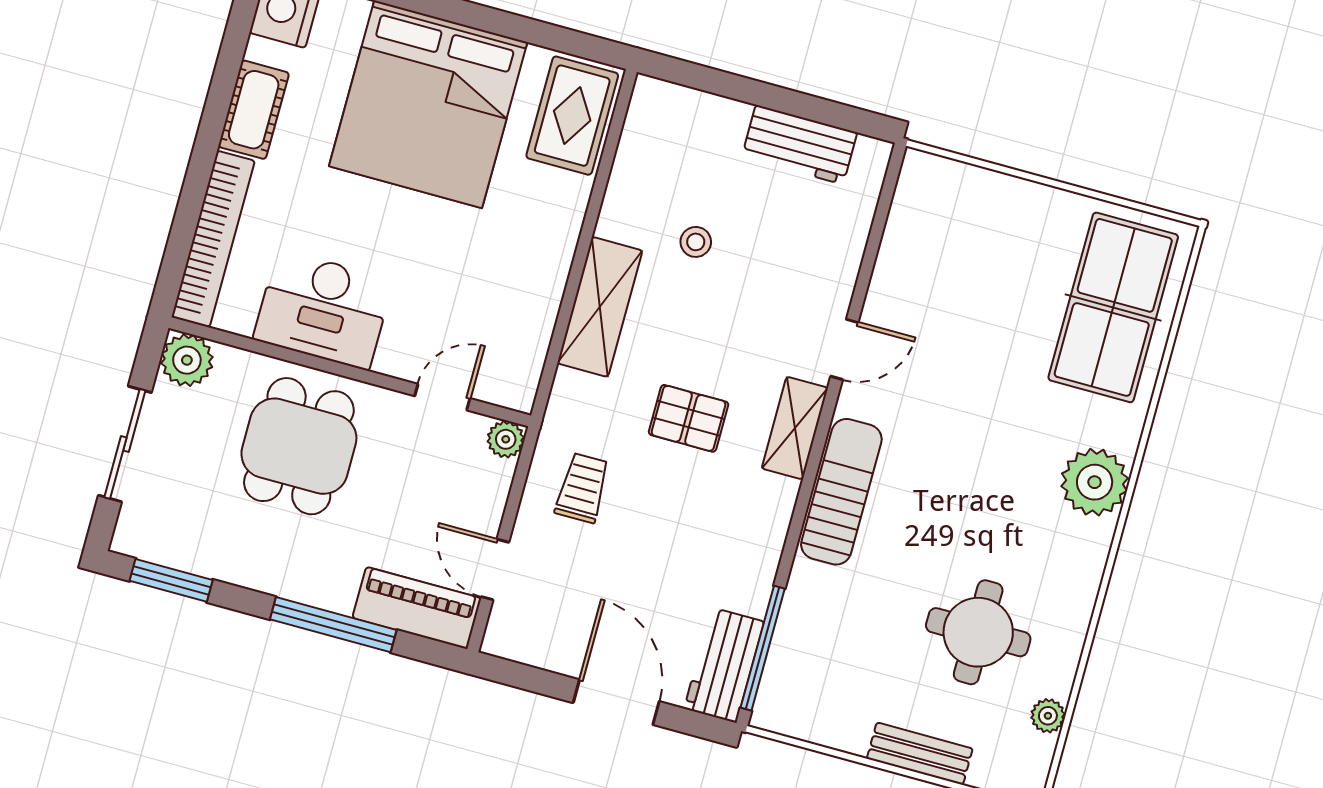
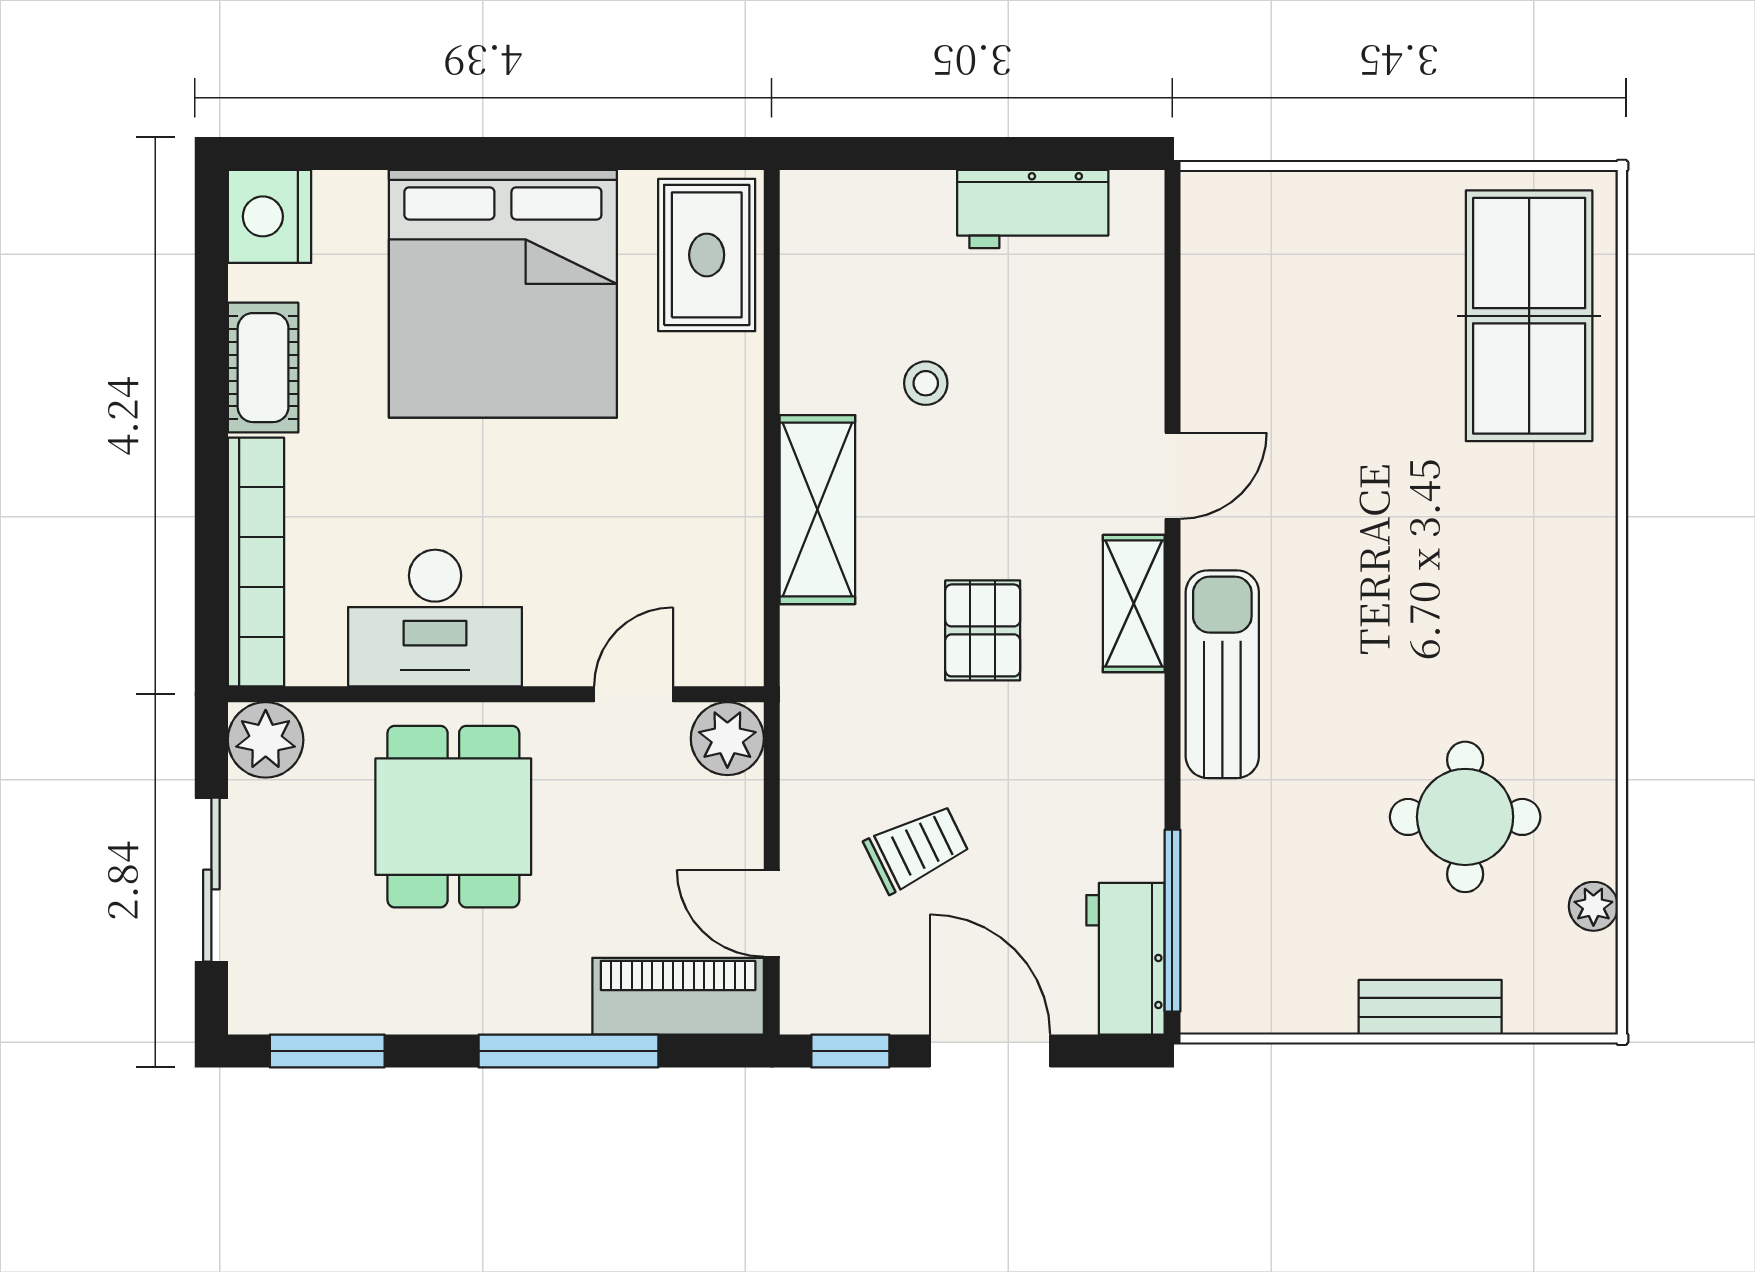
pallet: (689, 418) -> (983, 630), turned 90
plant: (506, 439) -> (727, 739), width x1.38, depth x1.38
plant: (1095, 482) -> (1569, 565), removed
trolley: (582, 488) -> (917, 849), moved, turned 64
window: (522, 676) -> (850, 1051), added

